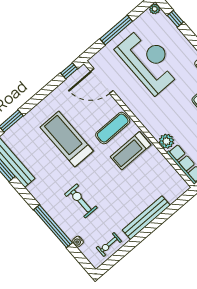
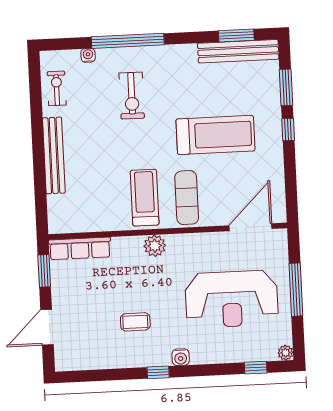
window: (69, 71) -> (288, 130), moved
plant: (166, 141) -> (155, 246), moved
exercise bike: (81, 201) -> (132, 96), turned 90

